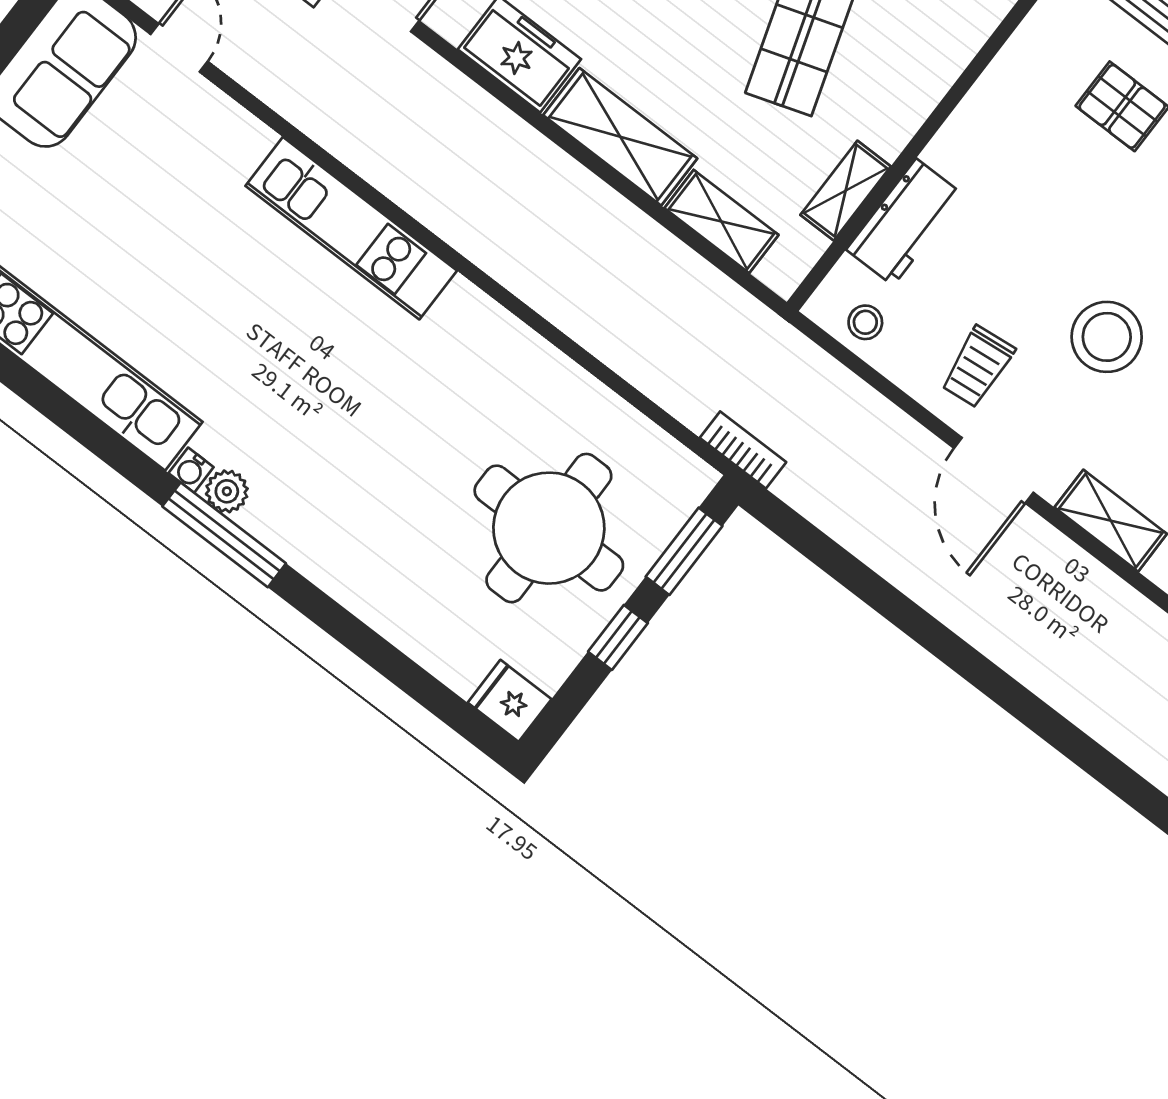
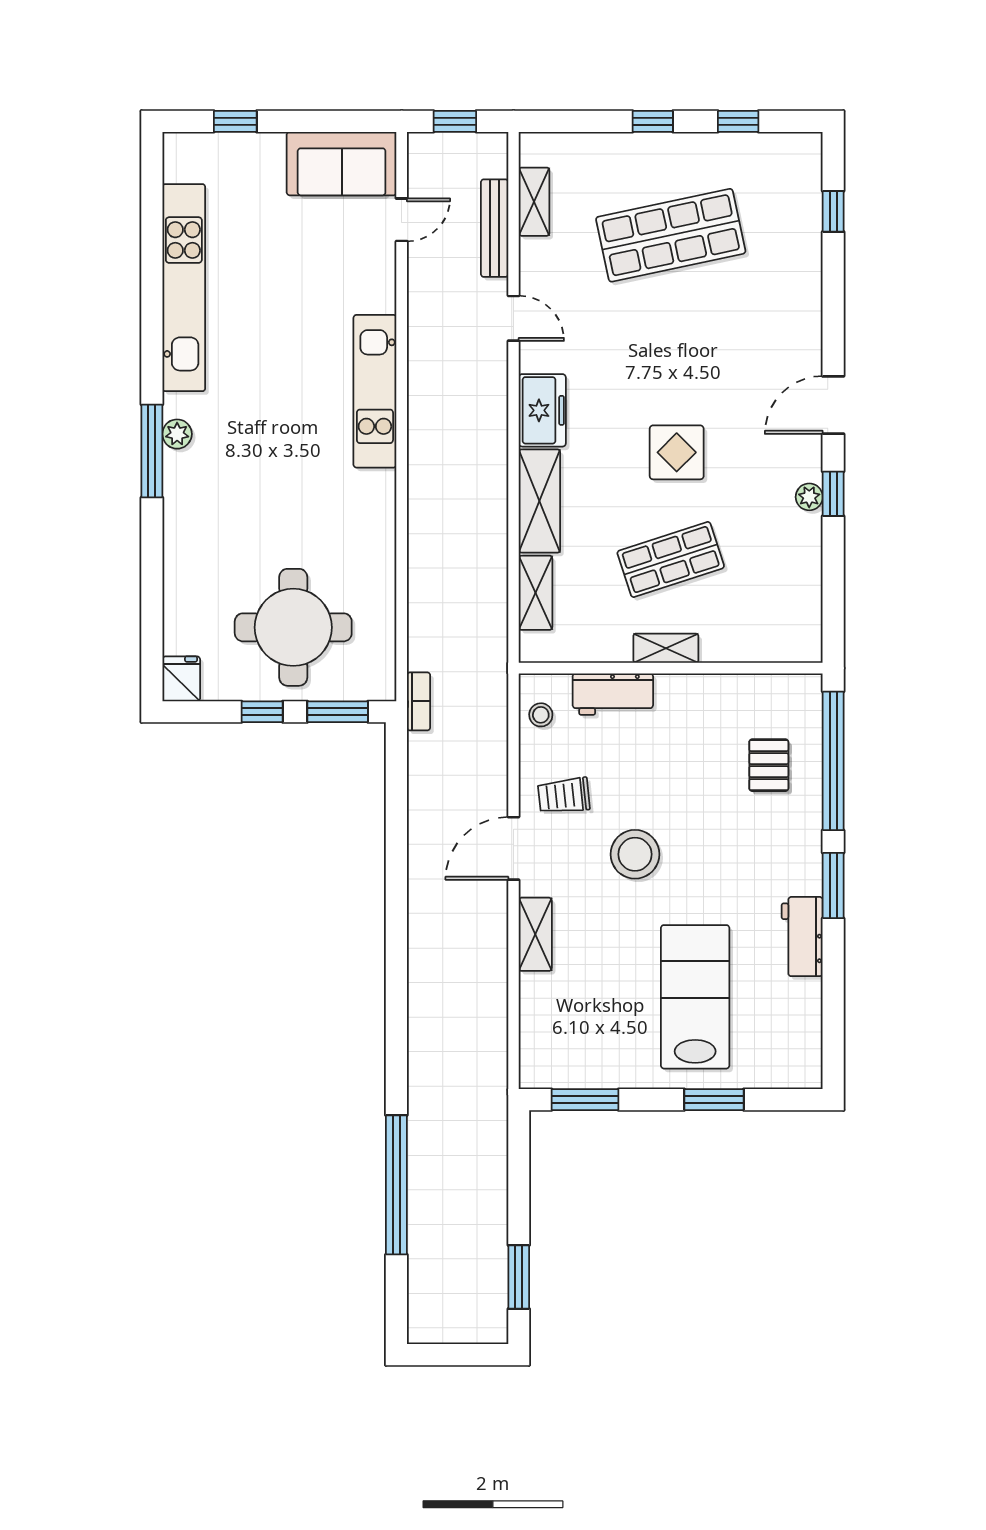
shelving: (846, 191) -> (666, 648), moved
water cooler: (191, 470) -> (174, 405), removed

